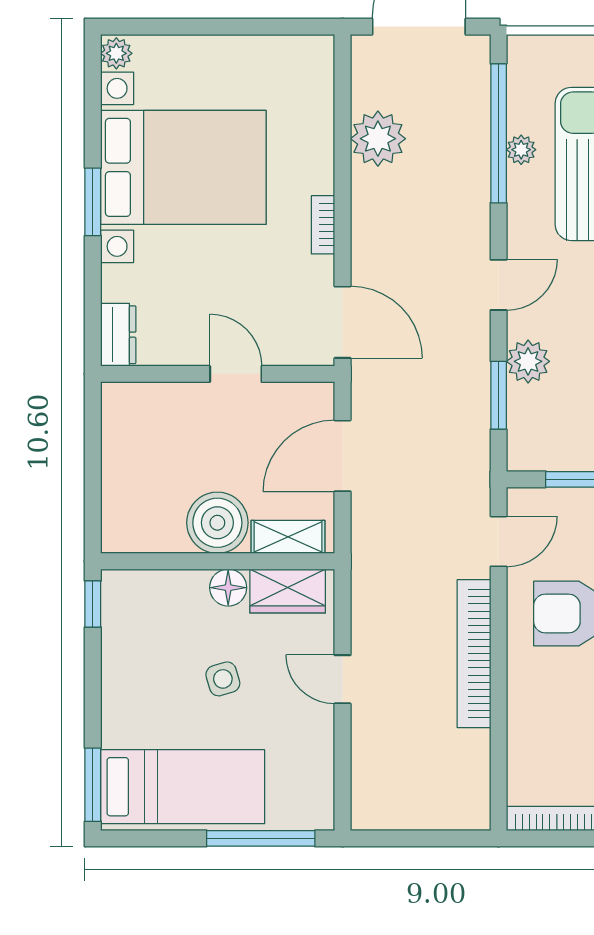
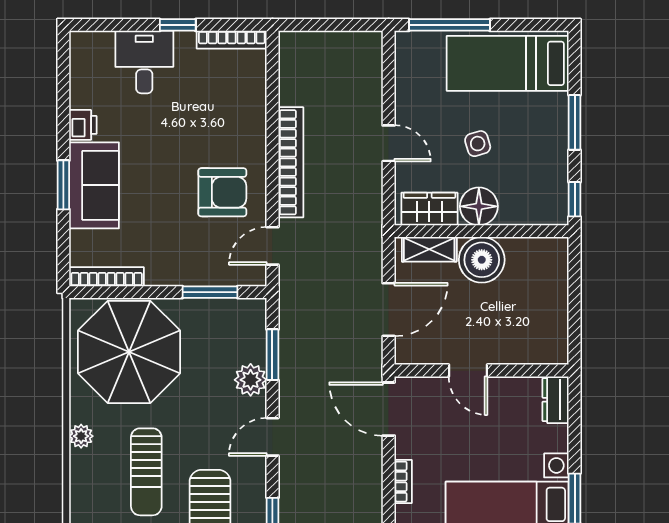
floor lamp: (228, 588) -> (479, 206), width x1.38, depth x1.38
window: (93, 785) -> (575, 122), moved

